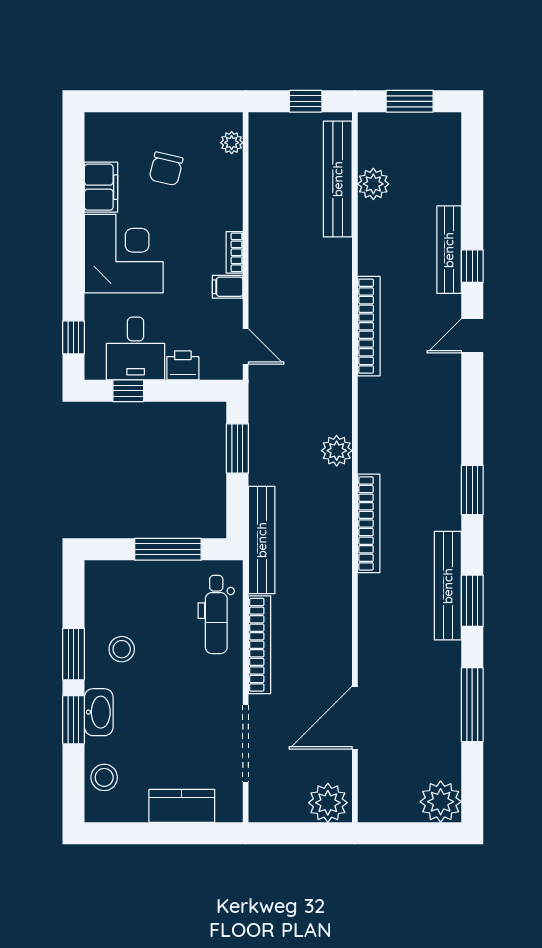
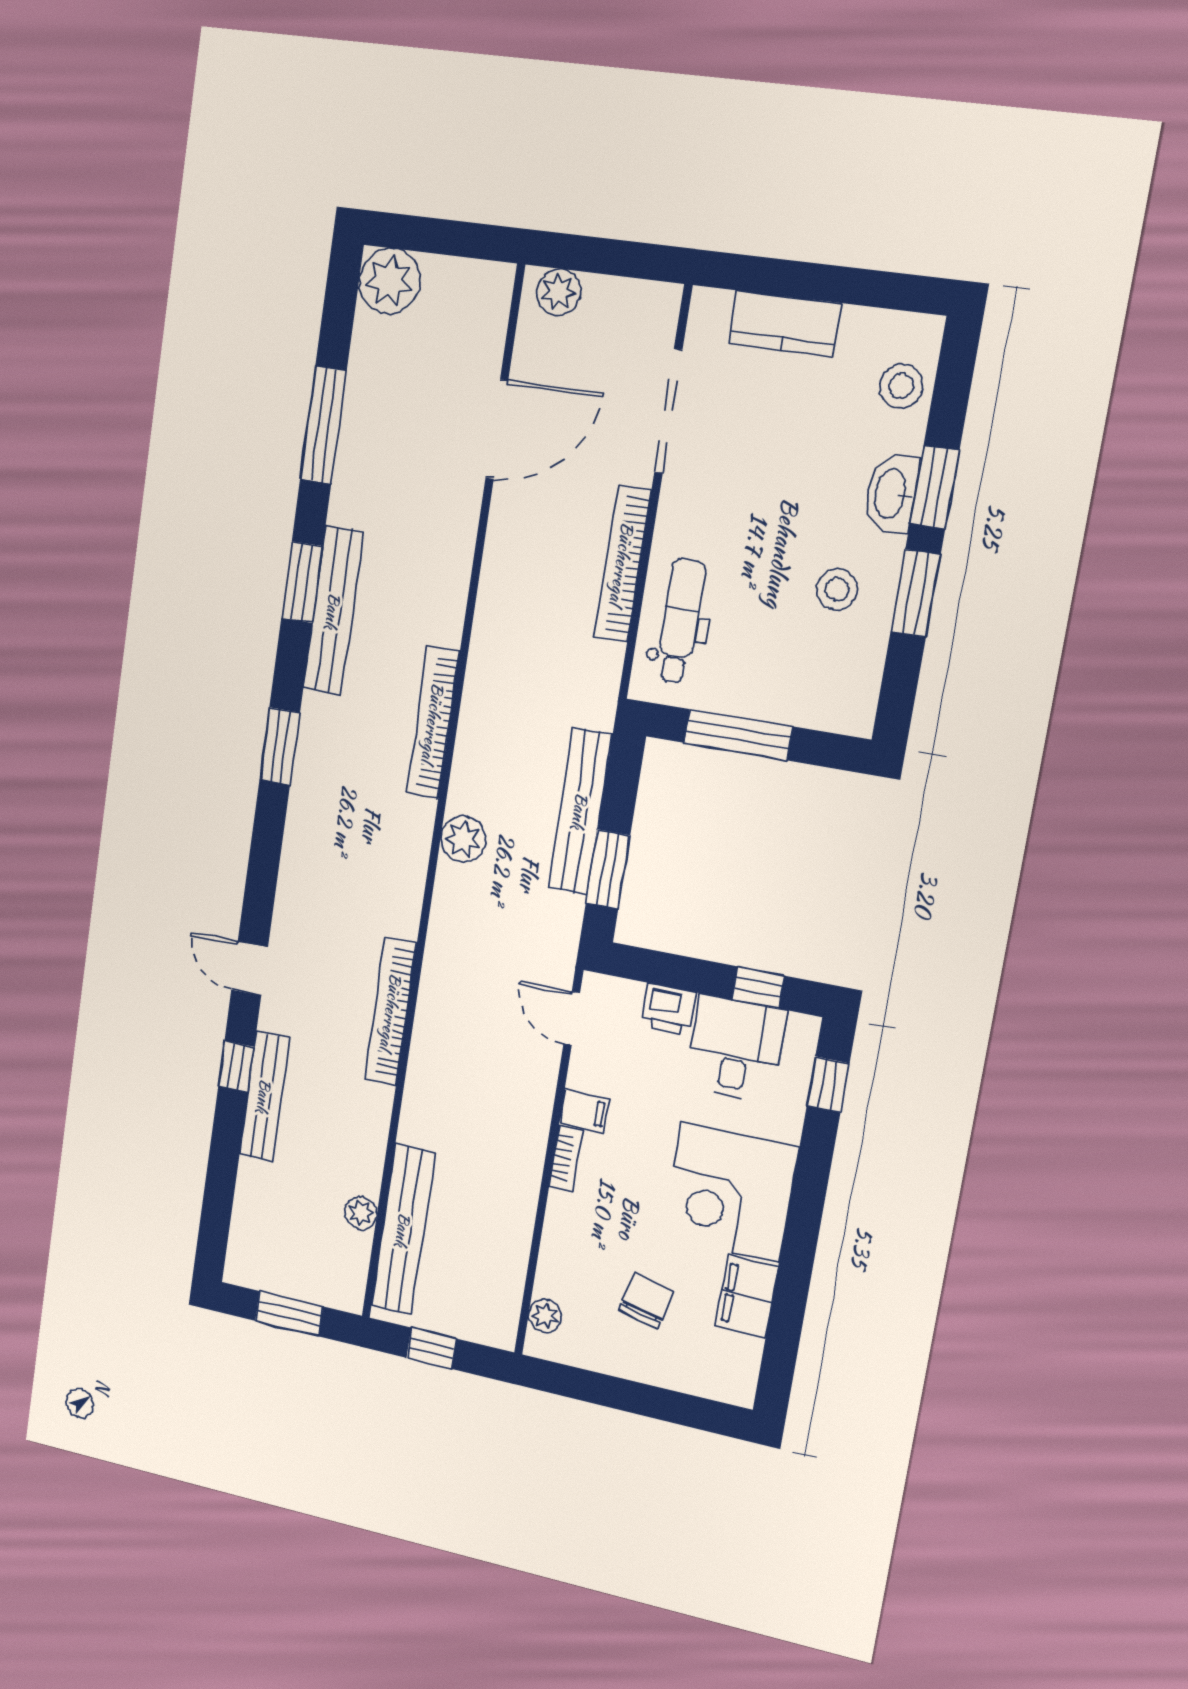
plant: (373, 184) -> (361, 1213), width x0.73, depth x0.73
door: (472, 336) -> (250, 968), swing flipped
bench: (262, 540) -> (580, 811), moved
plant: (328, 803) -> (558, 292), width x0.73, depth x0.73

